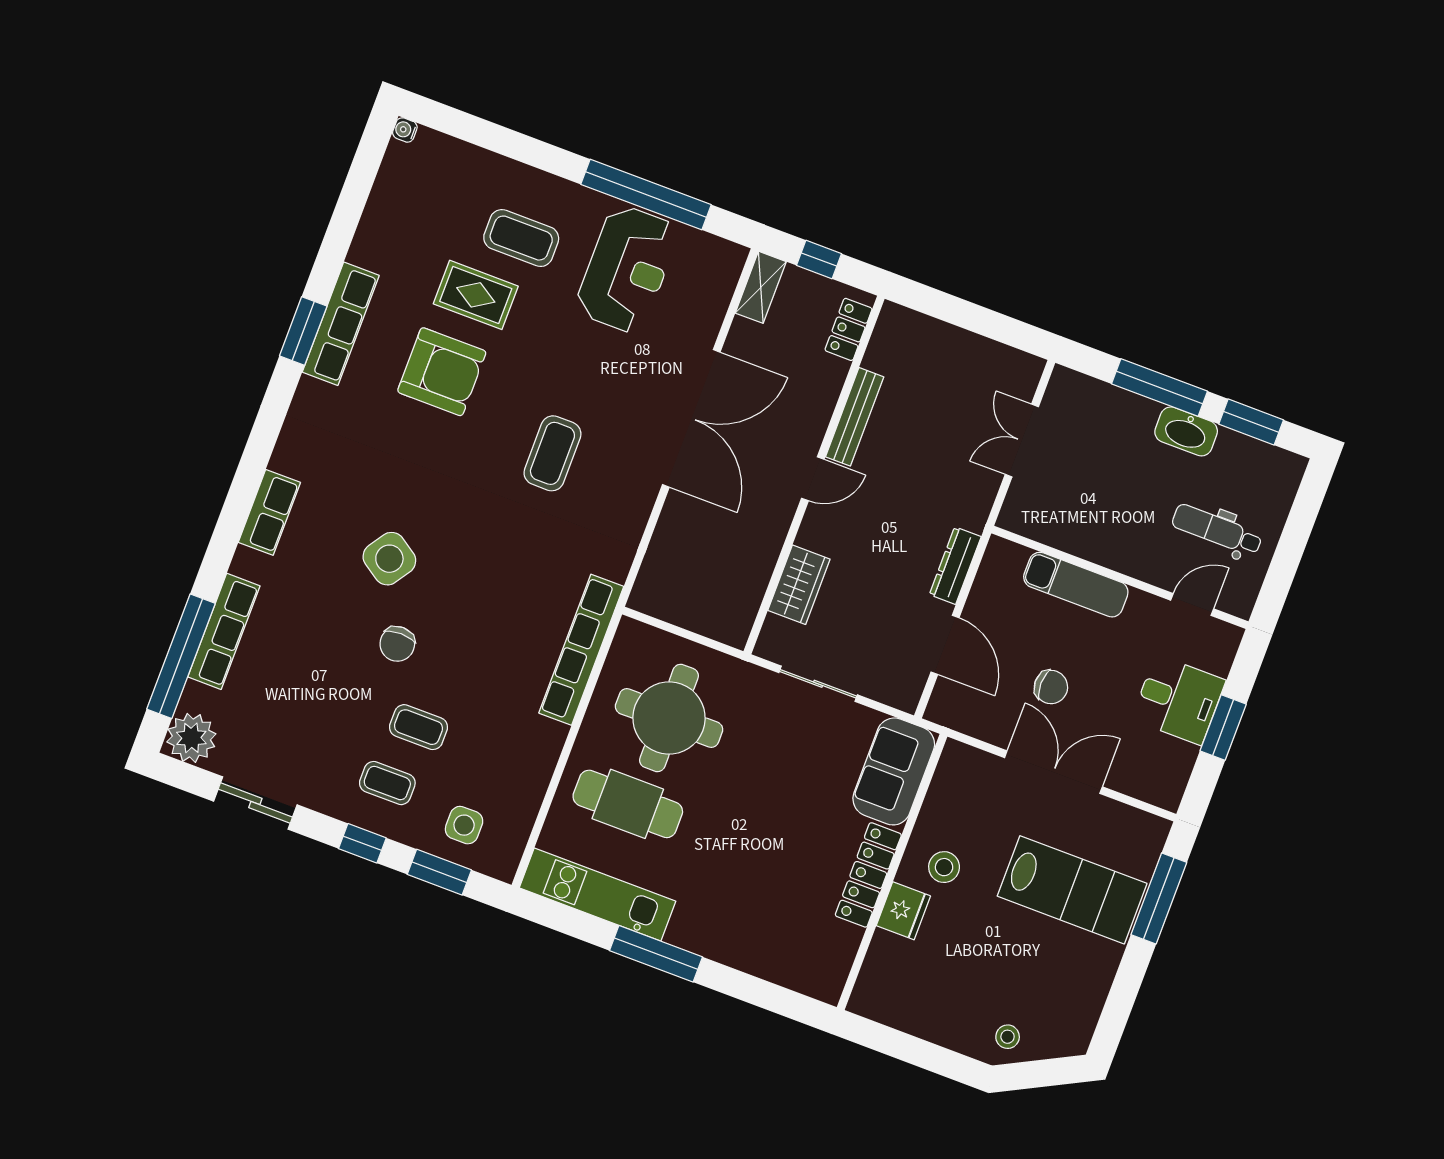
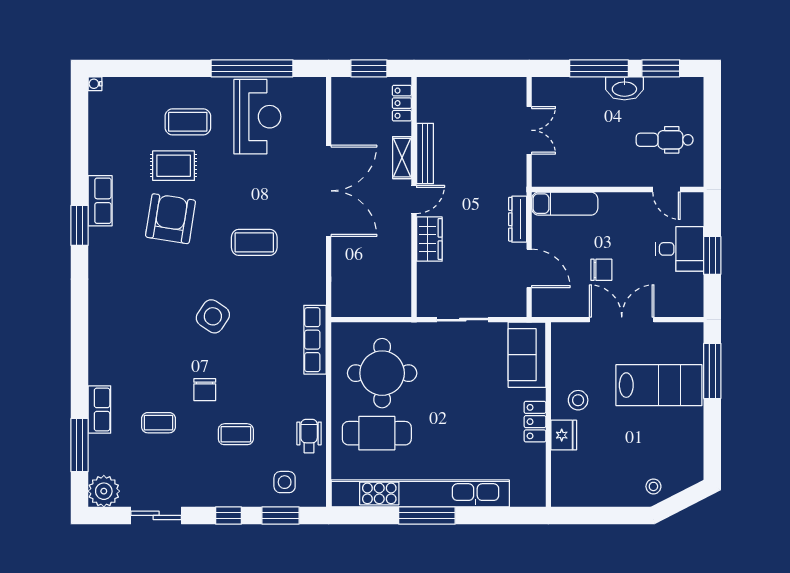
window: (819, 260) -> (369, 68), width x1.50
shelving: (761, 287) -> (402, 158), moved
row of seats: (341, 324) -> (100, 201), width x0.68
armchair: (442, 372) -> (171, 219), turned -81
double door: (1022, 441) -> (529, 130), swing flipped
coffee table: (552, 453) -> (254, 242), turned 90
row of seats: (269, 512) -> (100, 340), removed
side table: (389, 559) -> (213, 316), moved
wardrobe: (799, 585) -> (429, 239), moved
exam couch: (1076, 585) -> (565, 204), moved
door: (1192, 604) -> (667, 189), swing flipped
row of seats: (224, 631) -> (99, 410), width x0.68
row of seats: (581, 650) -> (315, 340), width x0.73
window: (181, 656) -> (79, 445), width x0.68
wheelchair: (526, 771) -> (309, 436), added
coffee table: (387, 783) -> (159, 423), moved
locker: (868, 875) -> (535, 422), width x0.66
kitchen unit: (598, 894) -> (420, 493), width x1.86

